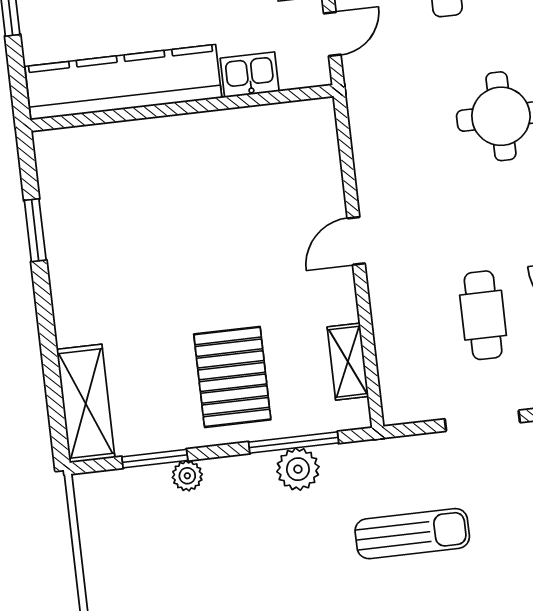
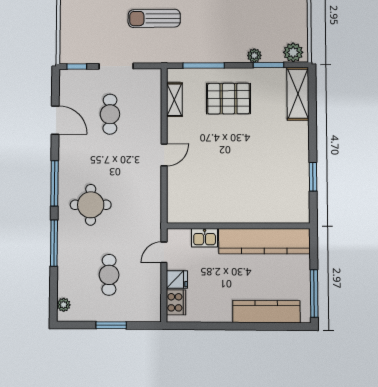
pallet: (232, 377) -> (228, 99), turned 90
plant: (298, 469) -> (293, 52), moved

